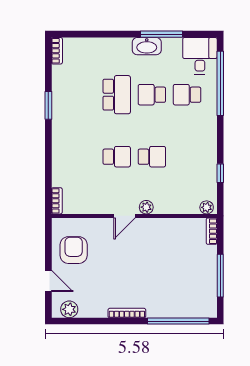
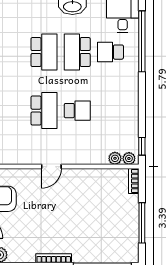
school desk: (152, 95) -> (77, 52), width x1.85
school desk: (117, 157) -> (44, 111), width x1.85
window: (220, 173) -> (142, 146), moved
plant: (146, 207) -> (115, 158), moved

